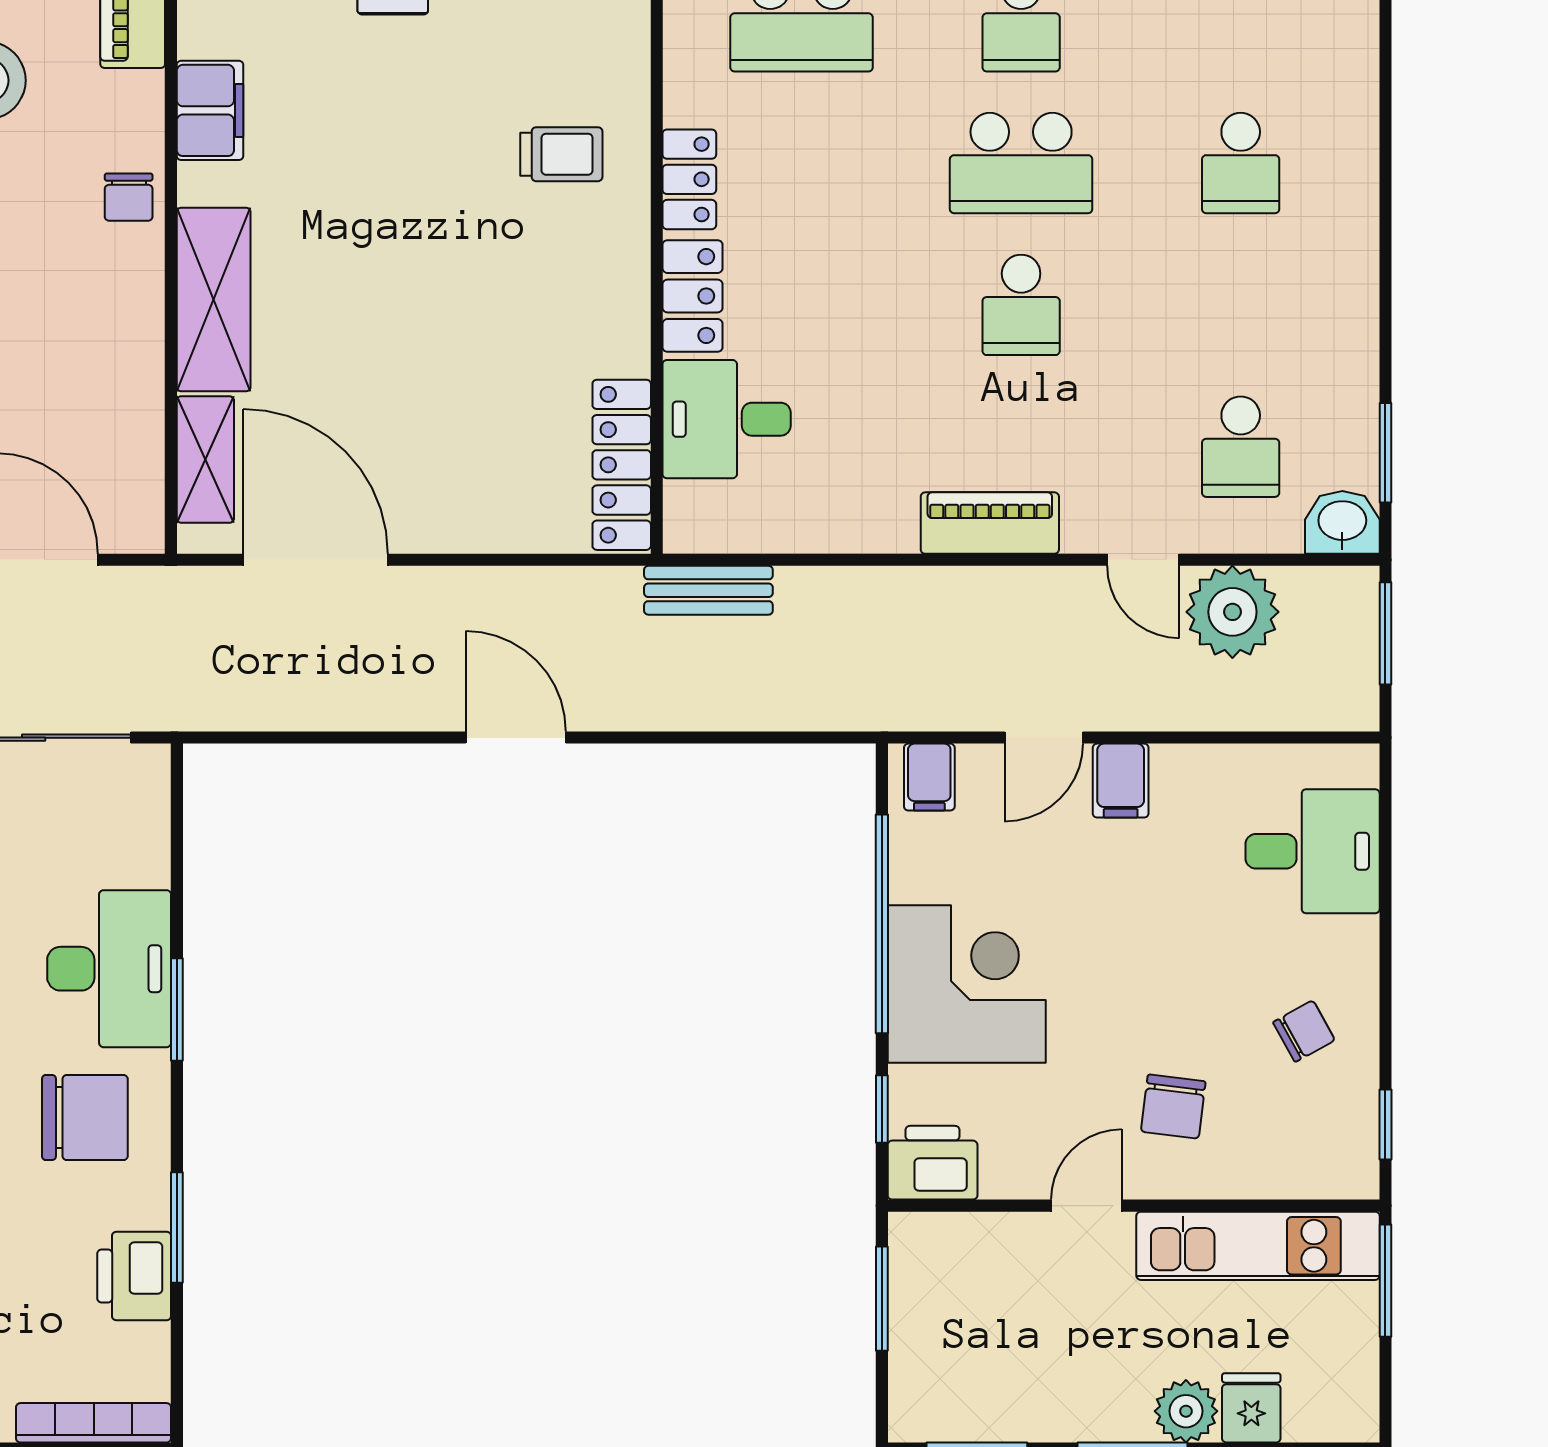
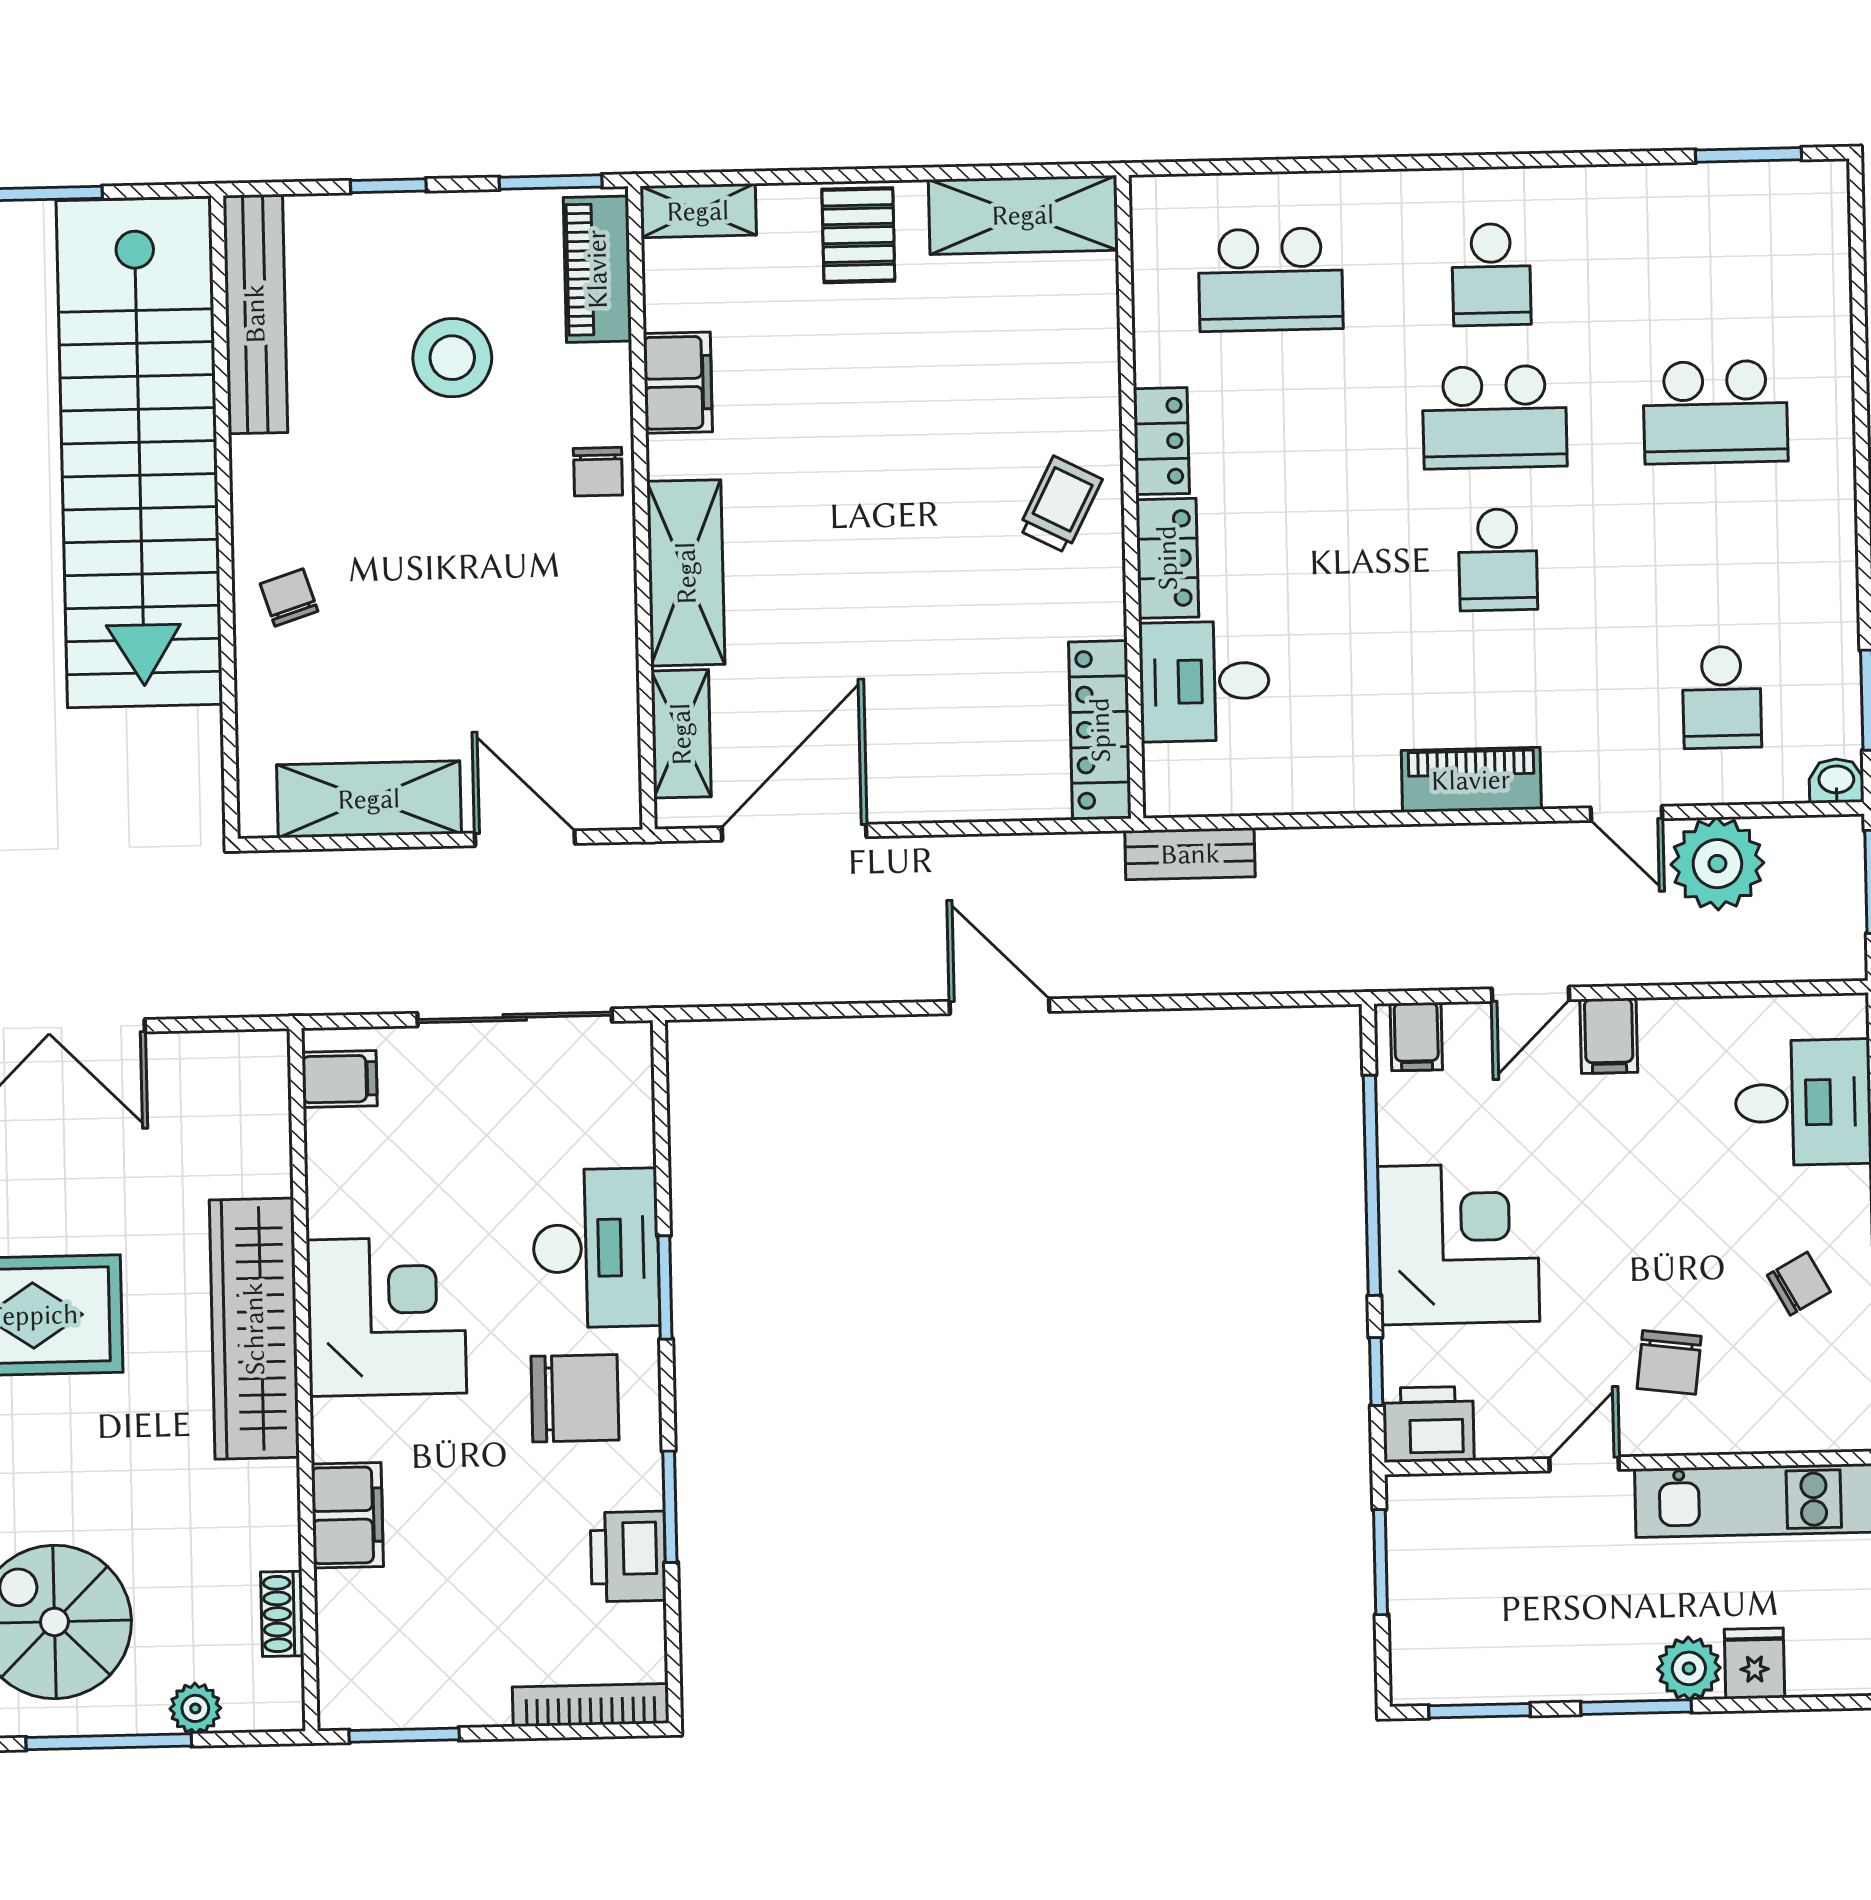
trolley: (561, 154) -> (1060, 505), moved, turned -63
school desk: (1241, 163) -> (1715, 412), width x1.85
washbasin: (1342, 522) -> (1836, 781), width x0.72, depth x0.69
door: (315, 560) -> (794, 832), hinge flipped

